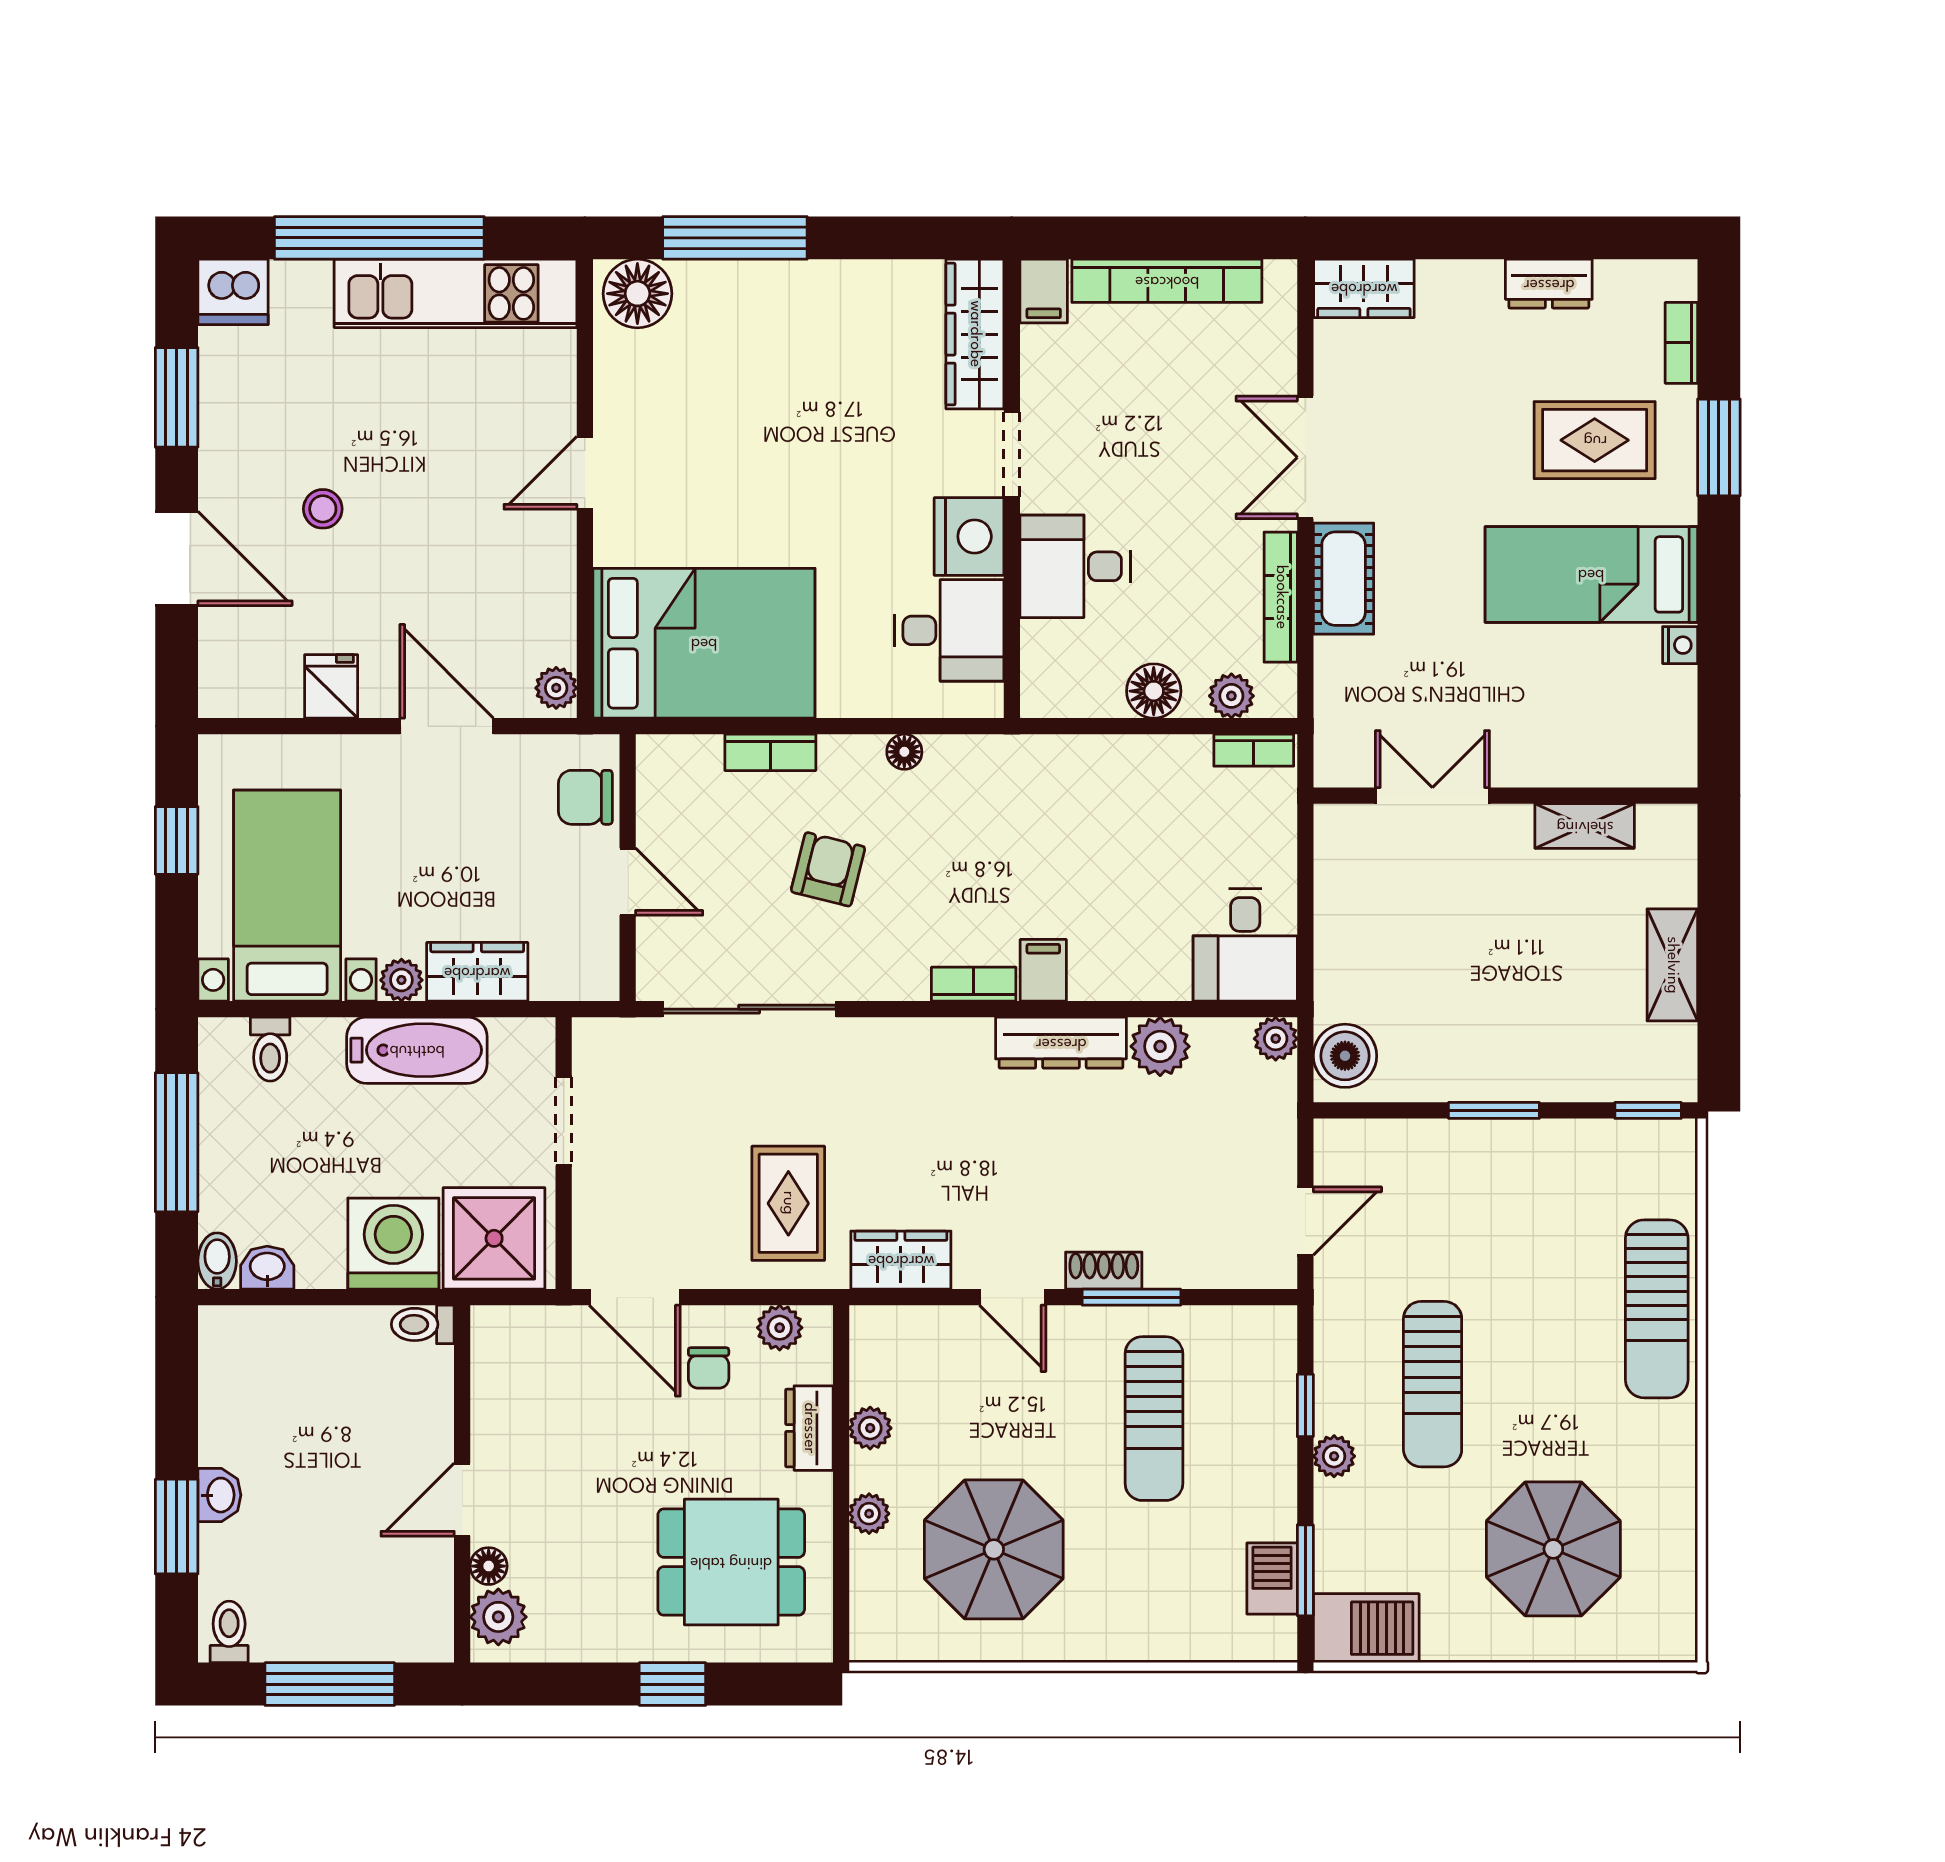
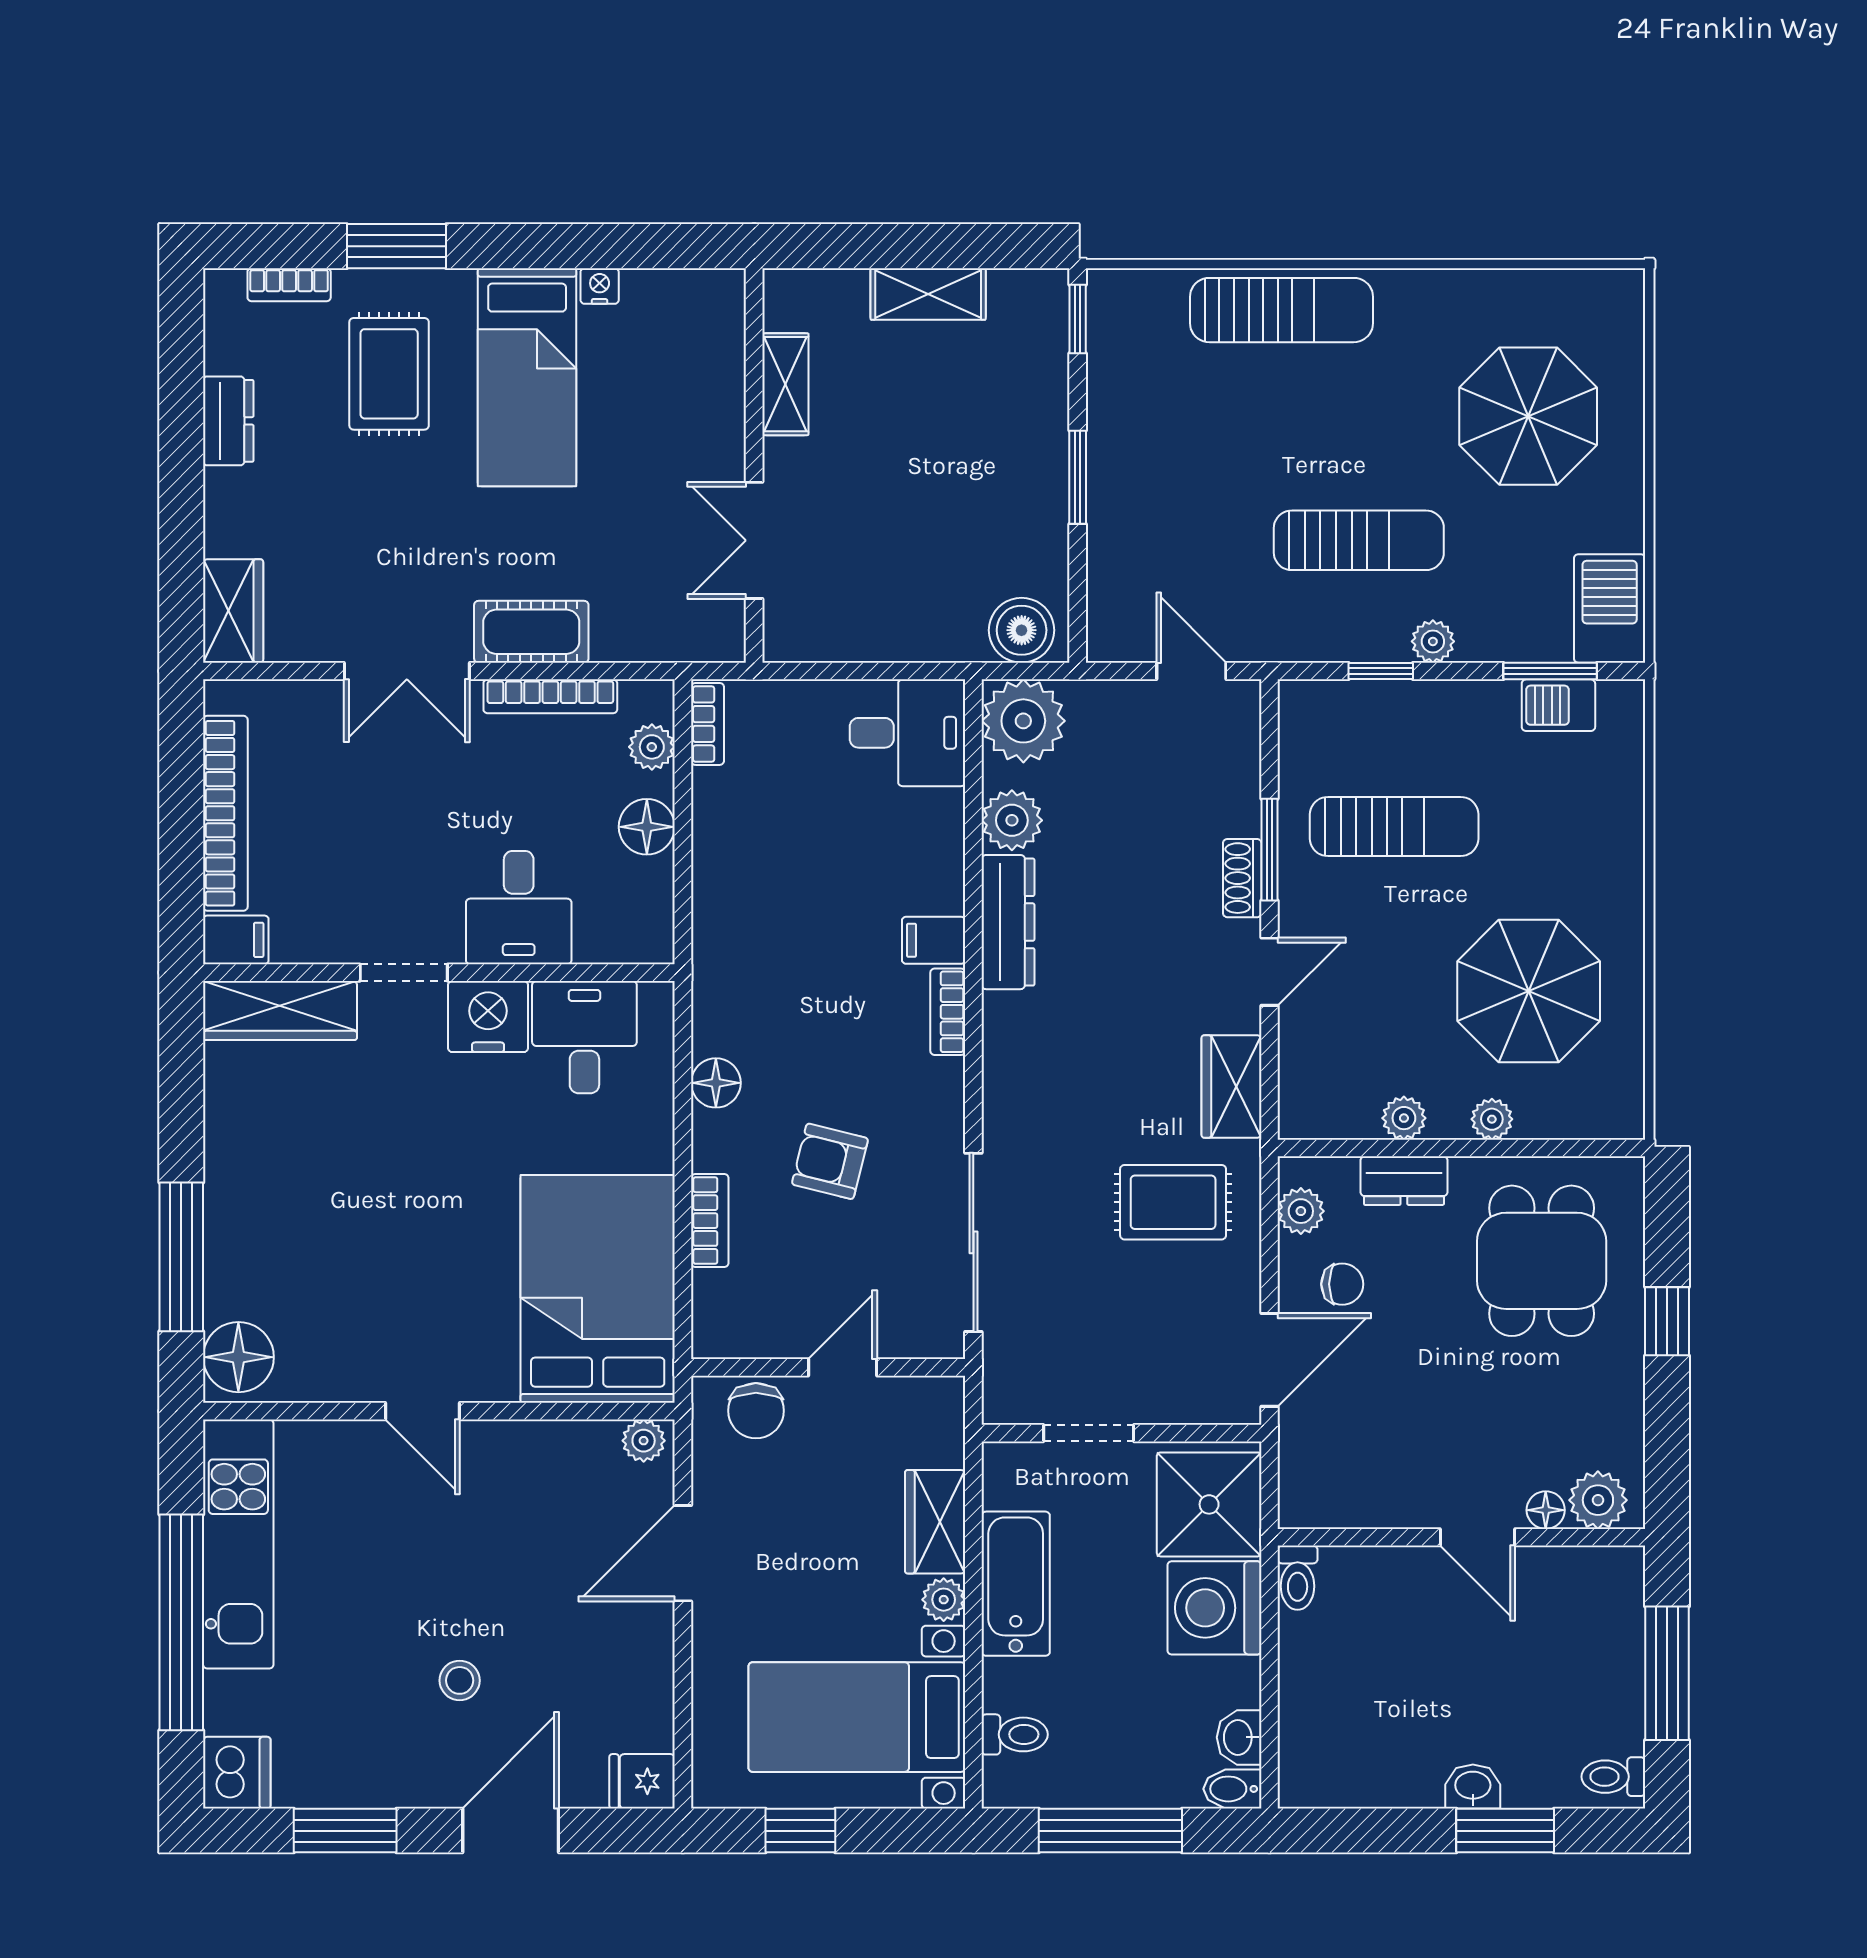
fridge: (331, 686) -> (642, 1781), moved
floor lamp: (904, 752) -> (716, 1083), width x1.37, depth x1.37
plant: (1276, 1039) -> (1023, 721), width x1.88, depth x1.88

